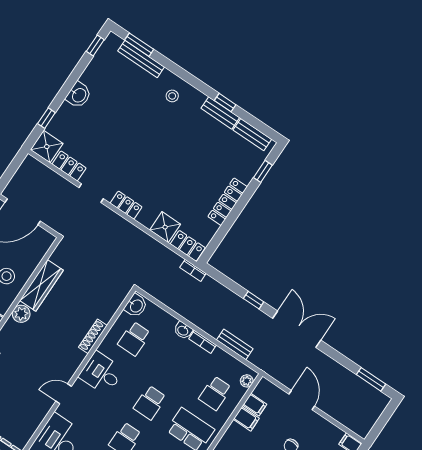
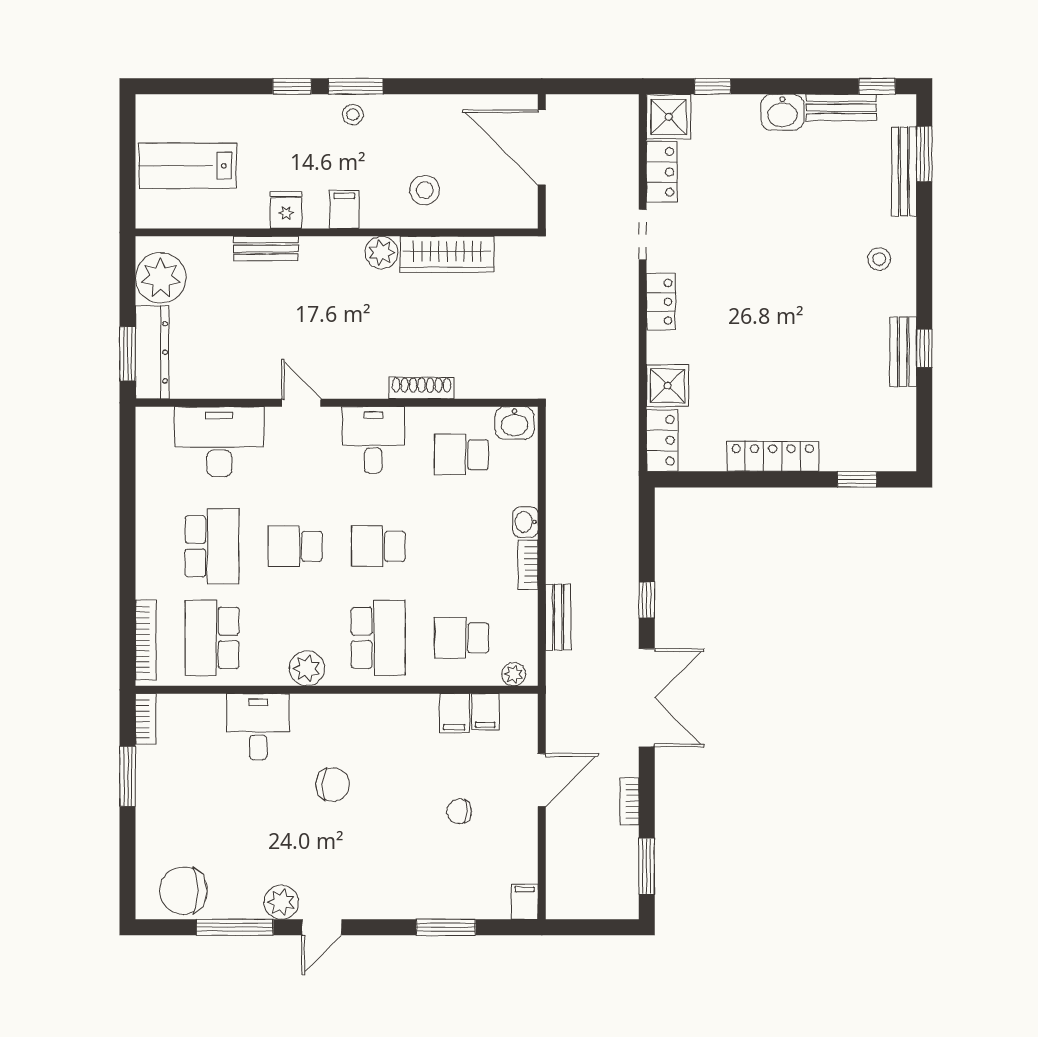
bench: (252, 135) -> (841, 108), moved, turned 90
bookcase: (193, 270) -> (629, 801), moved

